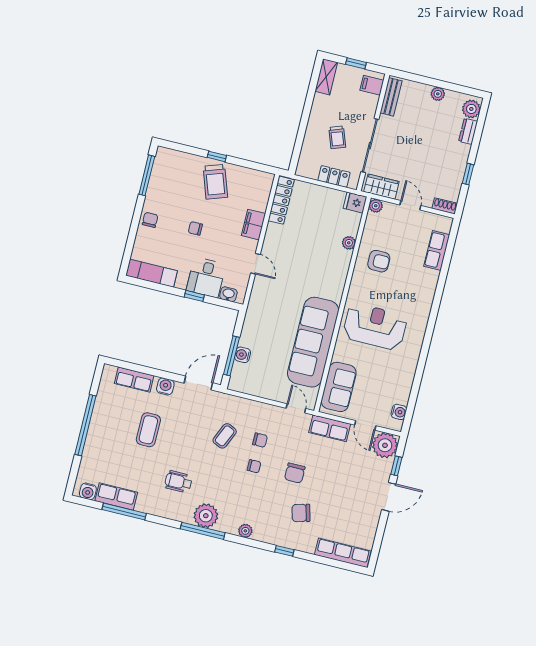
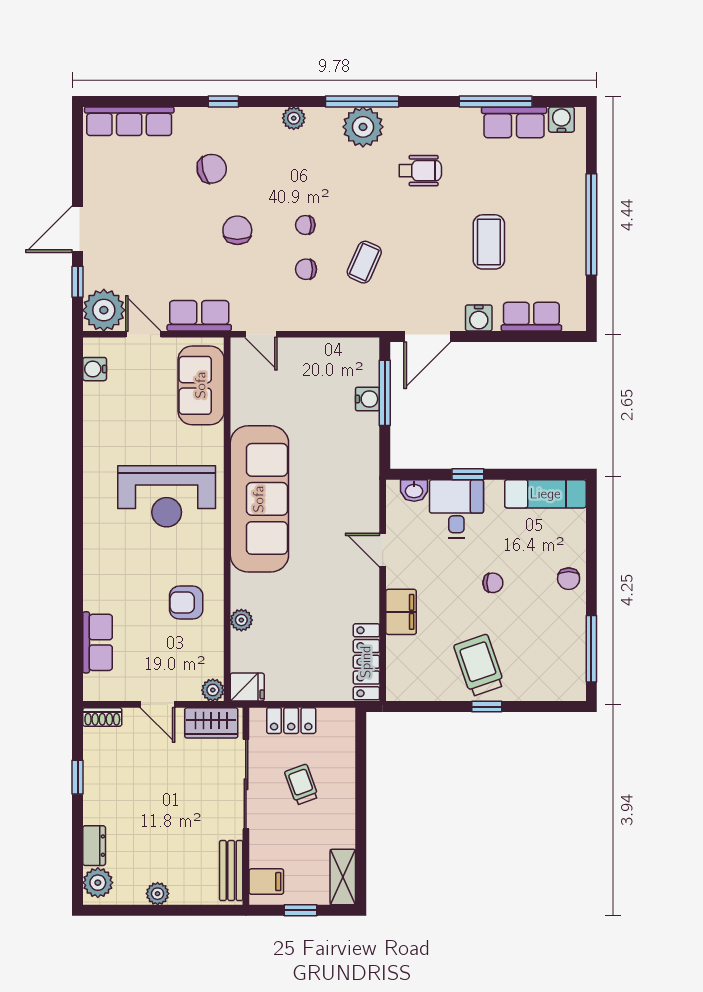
sofa: (313, 342) -> (259, 499), moved

